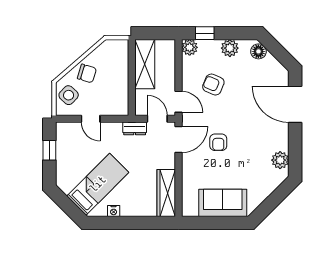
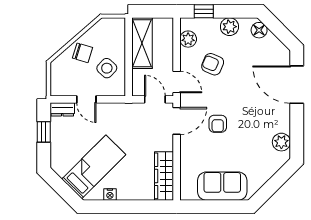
plant: (190, 47) -> (188, 39), moved
side table: (69, 95) -> (107, 68), moved
dresser: (135, 128) -> (62, 109), moved

